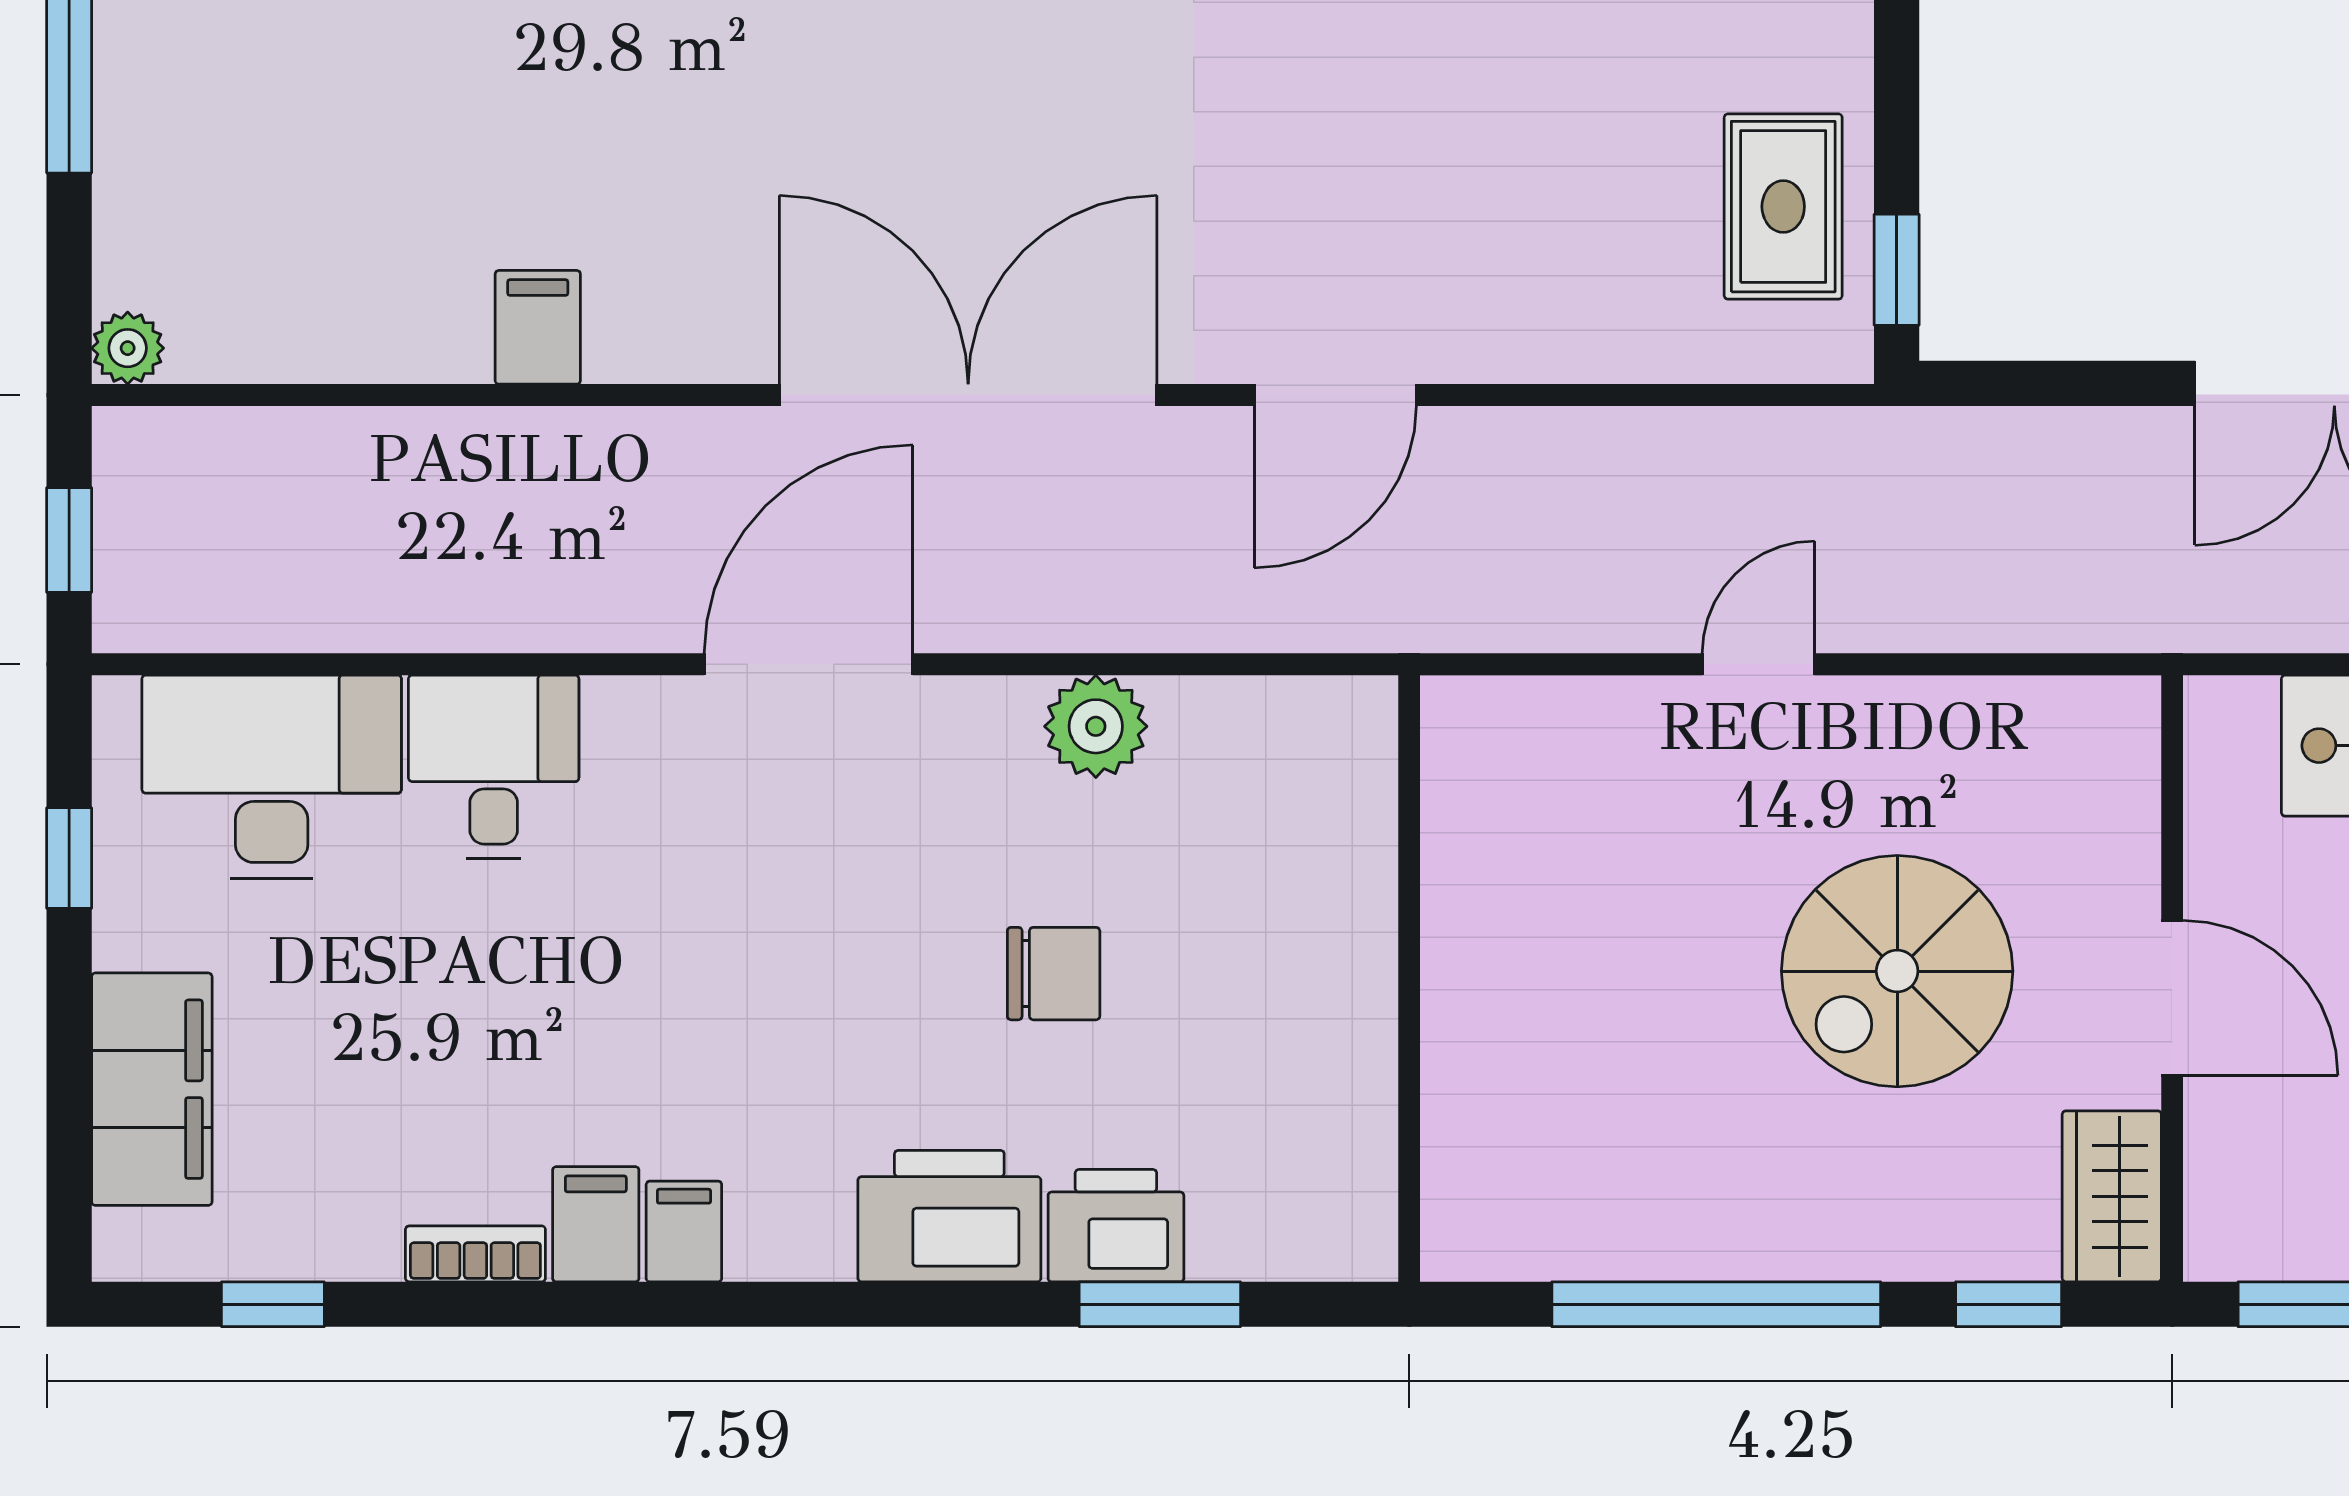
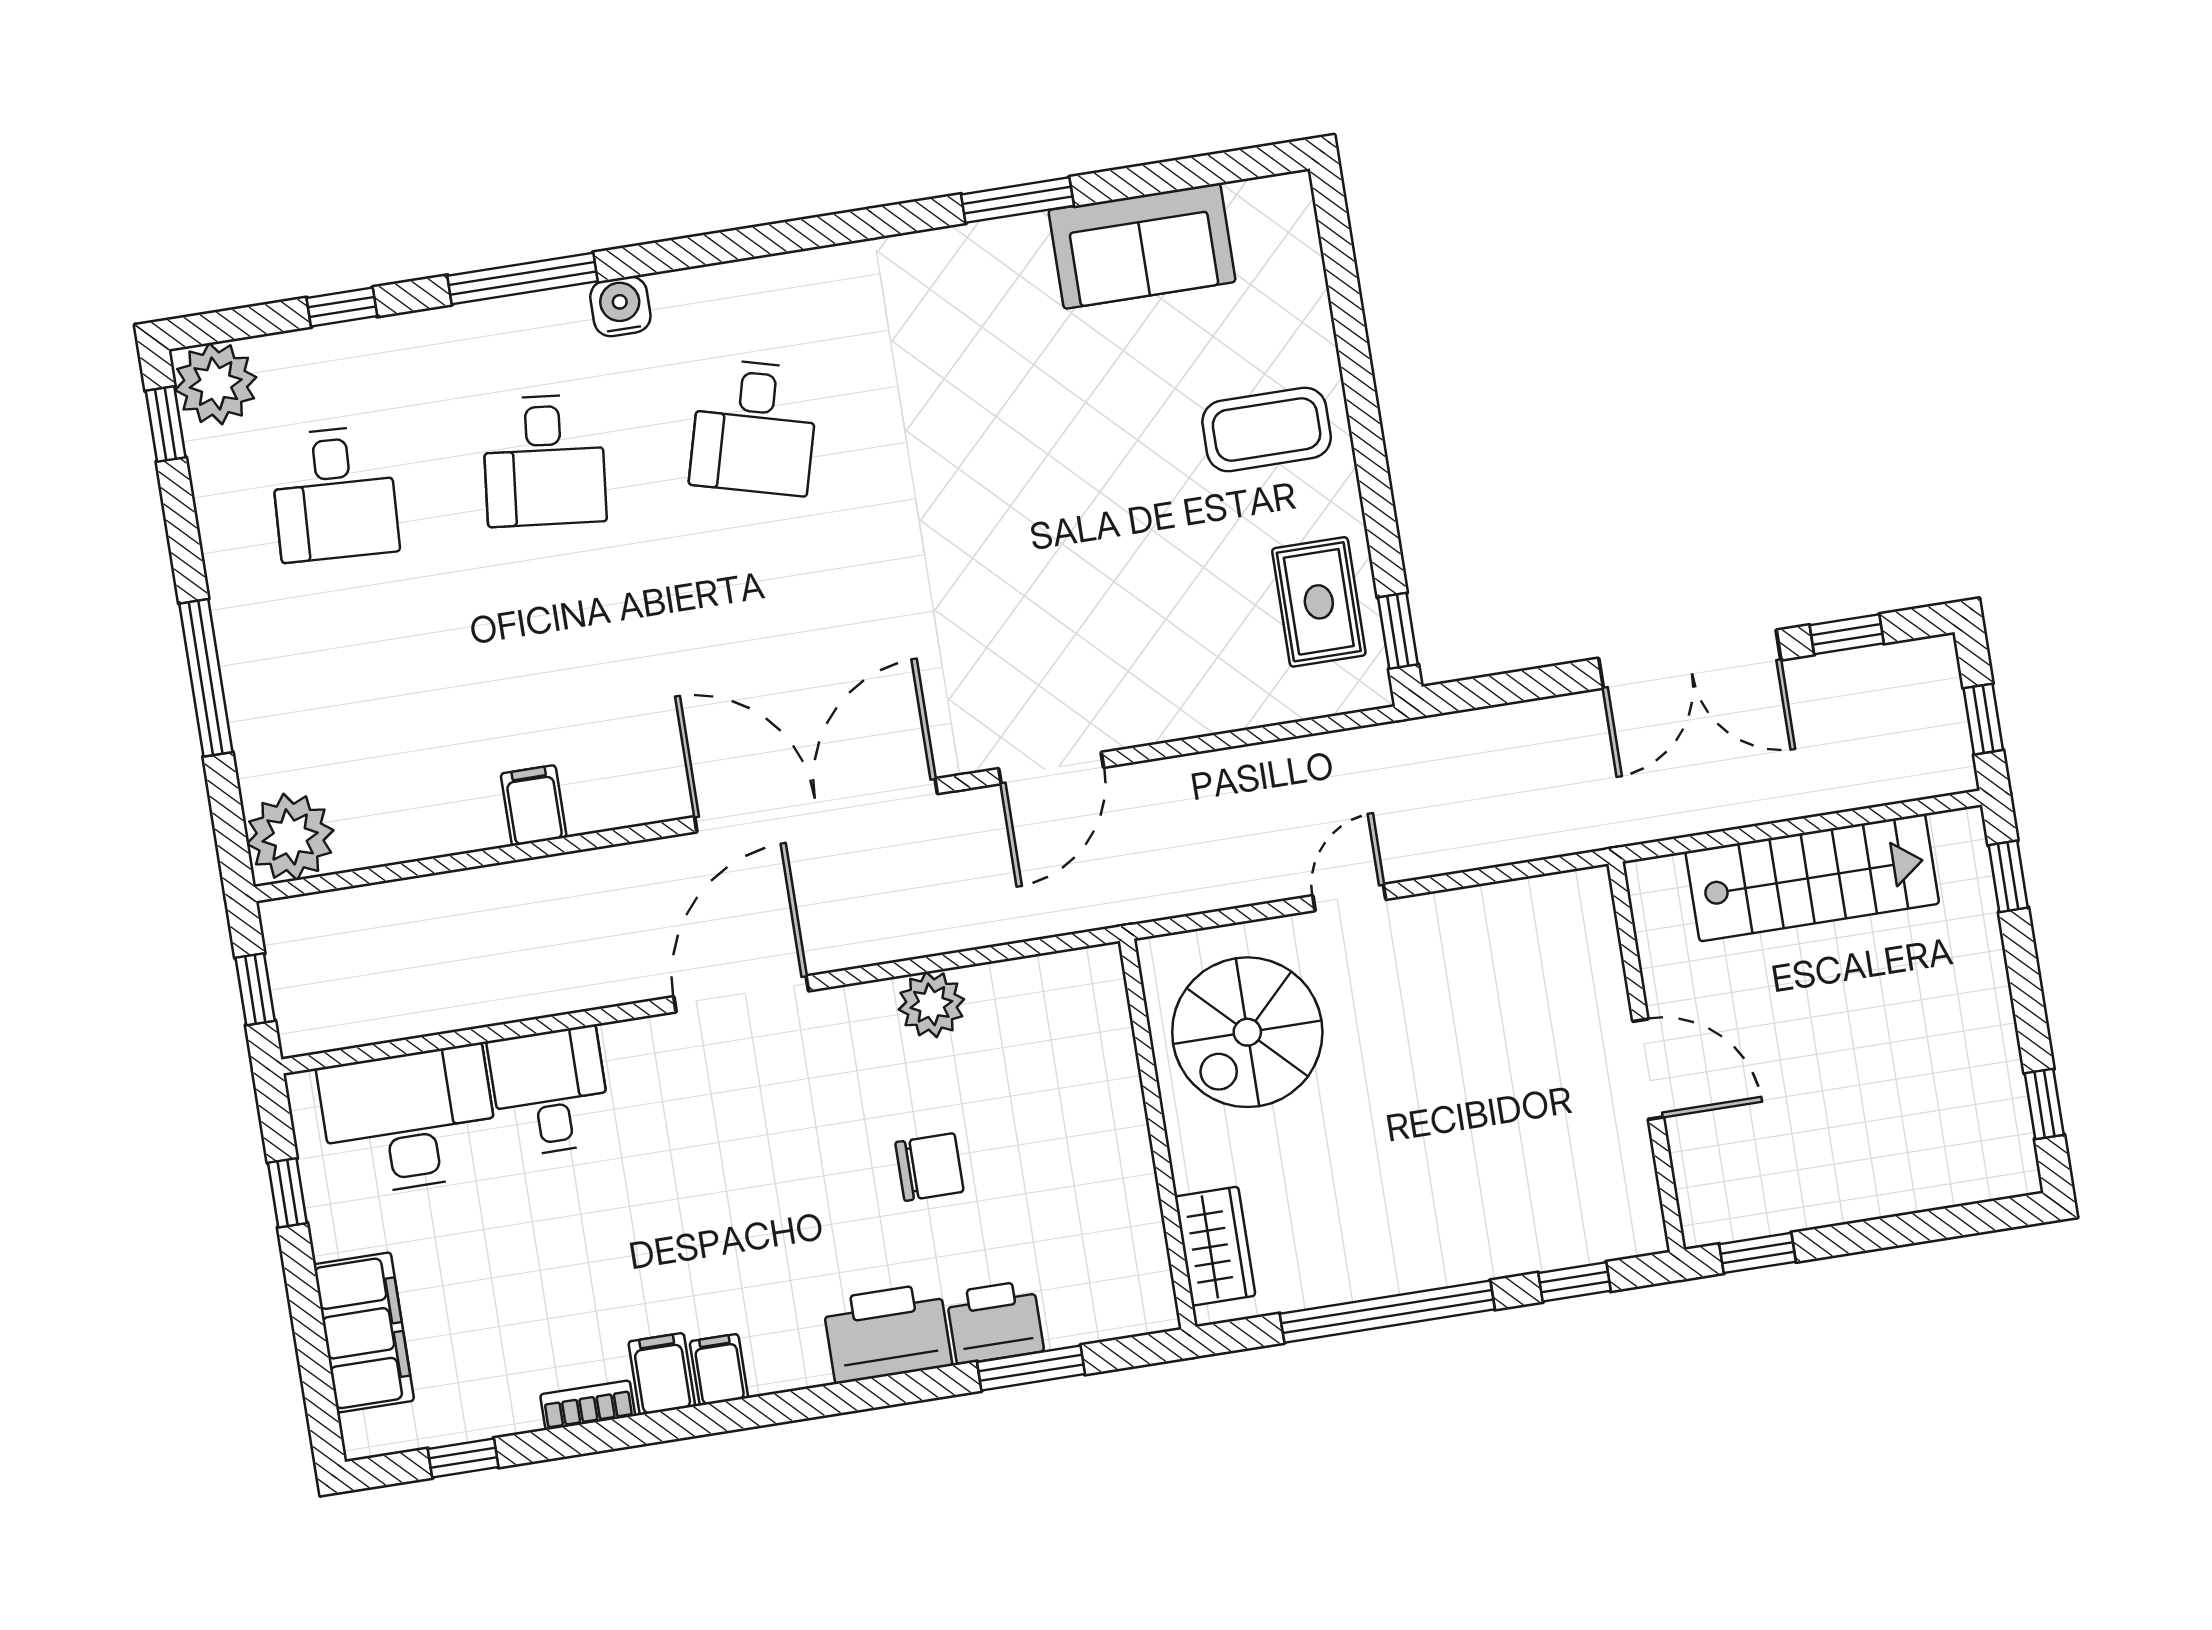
plant: (128, 348) -> (290, 837), width x1.87, depth x1.87
spiral stairs: (1897, 971) -> (1247, 1032), moved
wardrobe: (2112, 1196) -> (1215, 1246), moved, turned 180

